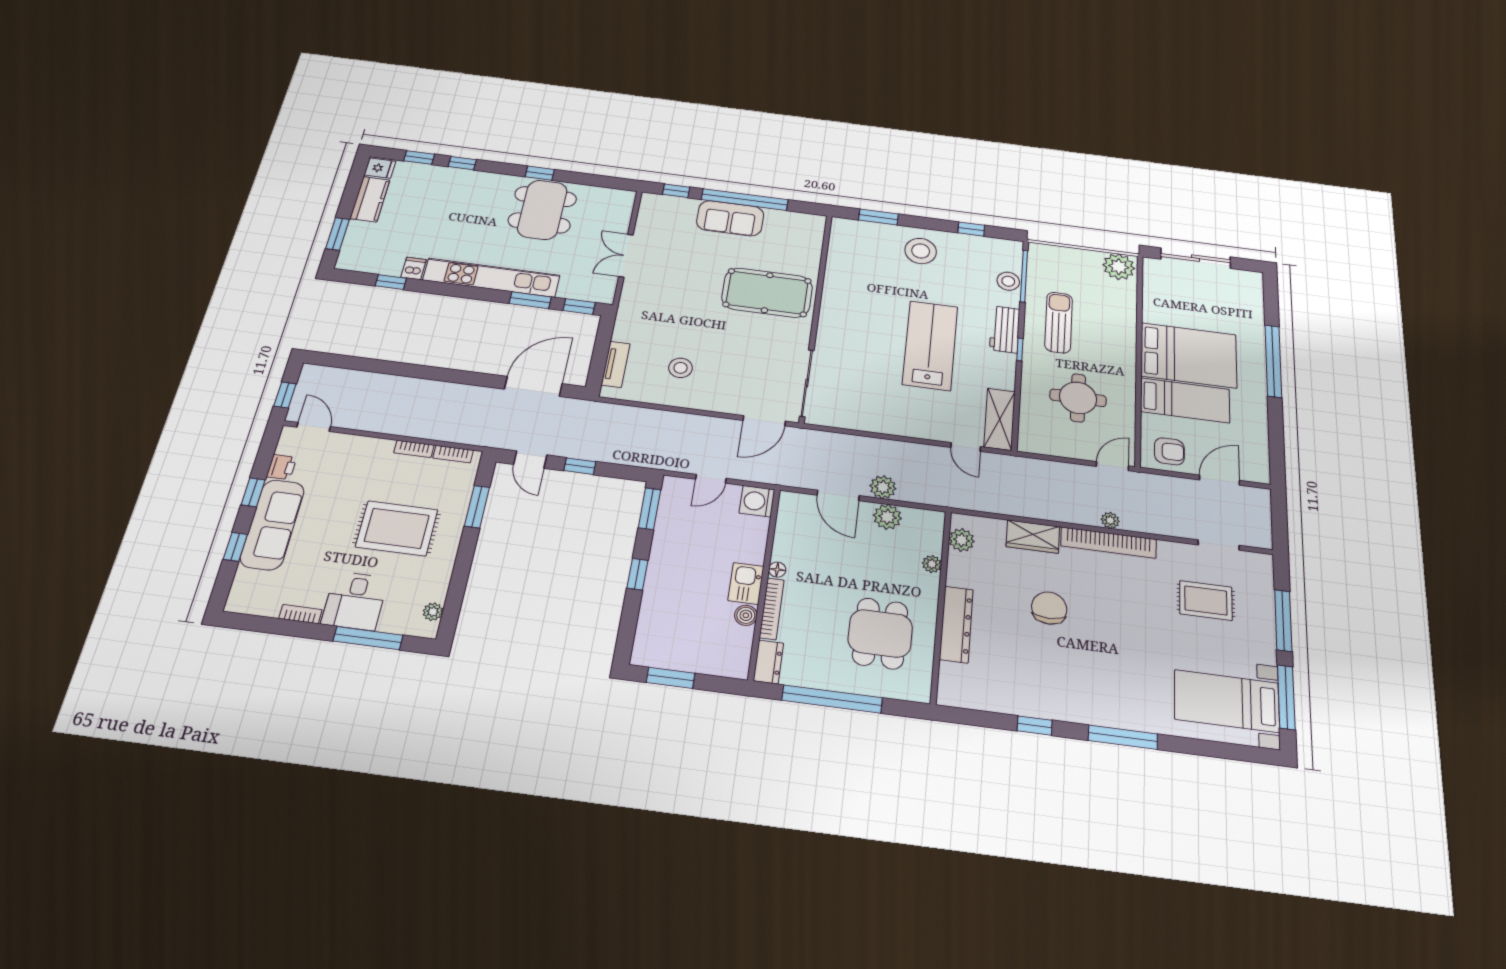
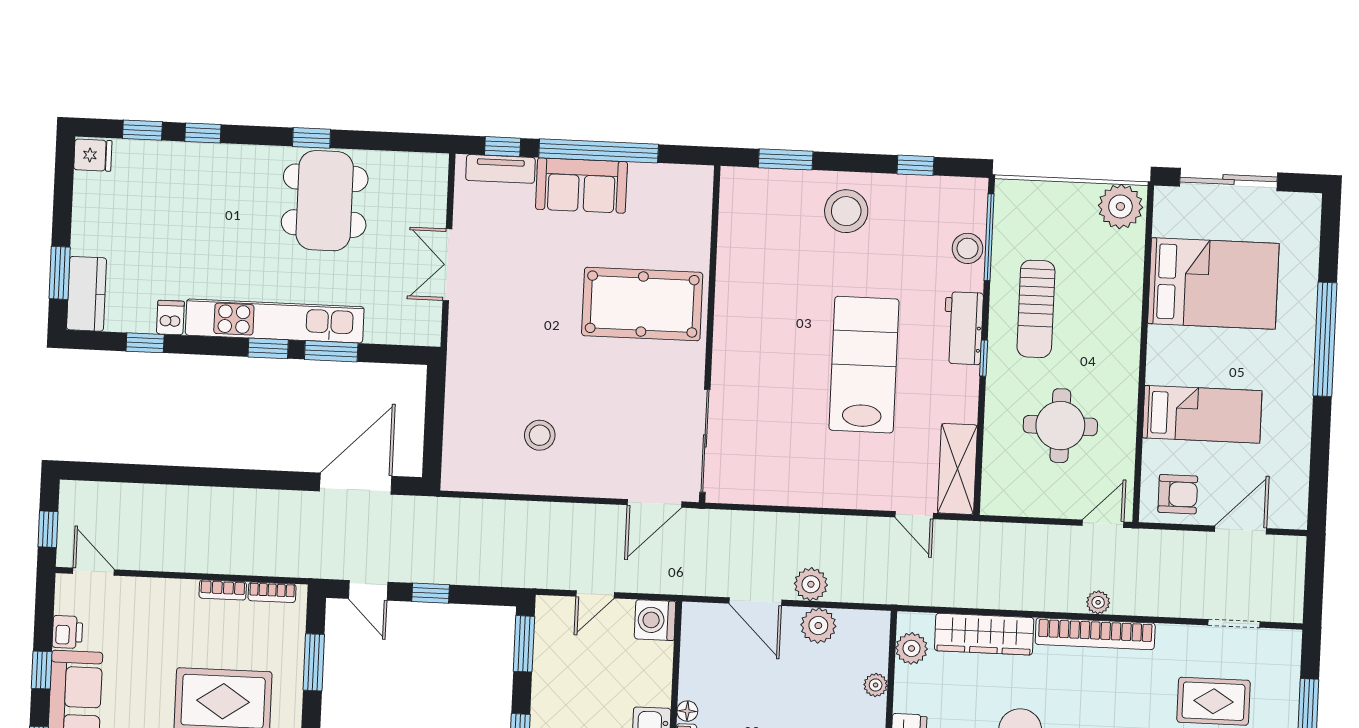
kitchen counter: (370, 199) -> (86, 294), moved
window: (579, 307) -> (268, 348), moved
sun lounger: (1059, 322) -> (1036, 309), turned 180
bed: (1189, 355) -> (1213, 283), moved
tv unit: (616, 364) -> (501, 169), moved, turned 90
wardrobe: (1033, 537) -> (984, 634), width x1.50

